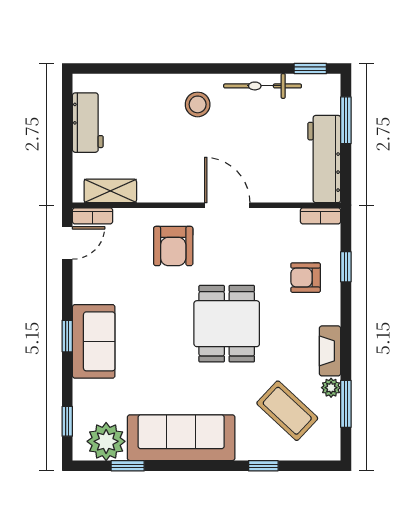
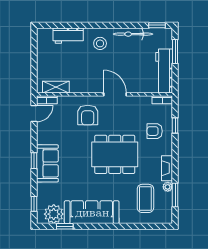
workbench: (88, 123) -> (68, 36), moved, turned 90
dining table: (227, 324) -> (115, 154), width x1.38
coffee table: (287, 411) -> (145, 198), turned 47
window: (263, 466) -> (133, 226), removed

